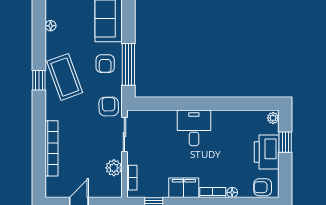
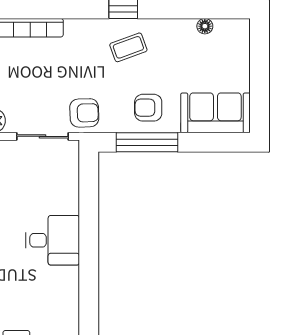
coffee table: (65, 77) -> (128, 47), width x0.54, depth x0.58

